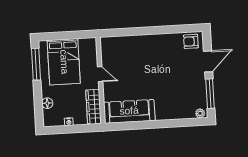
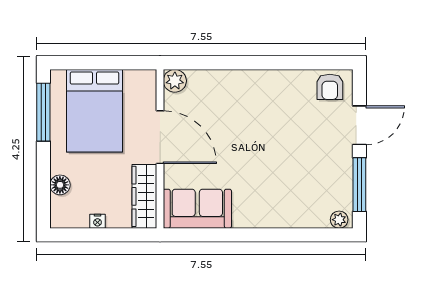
armchair: (191, 41) -> (330, 87), turned -90
plant: (106, 43) -> (175, 81), added
door: (100, 74) -> (160, 137), width x1.87
sofa: (129, 111) -> (197, 209), width x0.73

